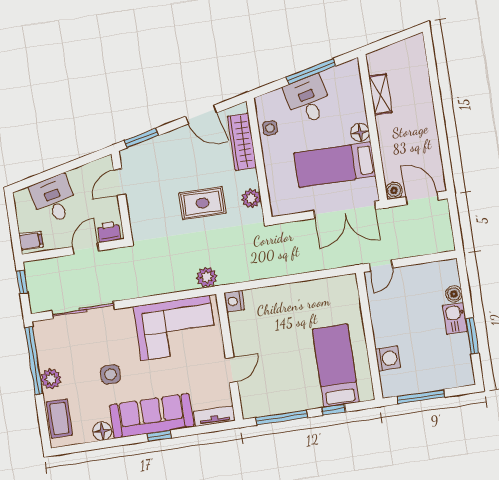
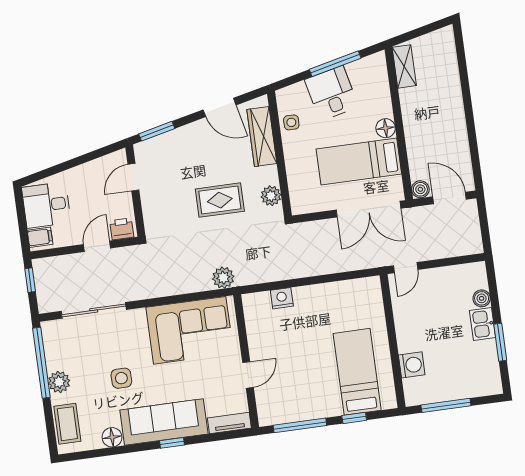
shelving: (380, 94) -> (404, 66), moved
desk: (54, 199) -> (46, 205), moved, turned -77
nightstand: (234, 301) -> (282, 298), moved, turned 90

